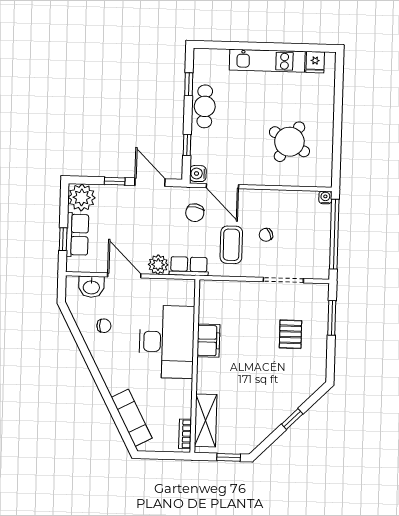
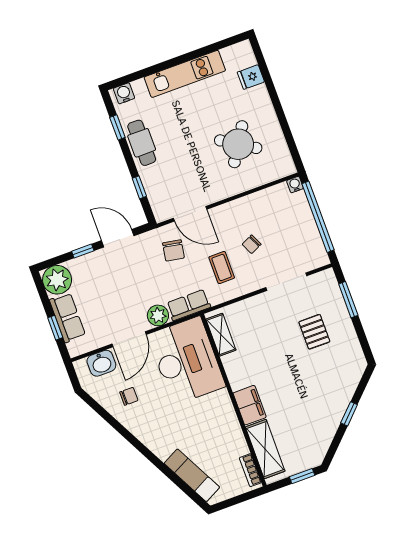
fridge: (315, 62) -> (251, 77), moved, turned 90
water cooler: (198, 174) -> (124, 93), moved, turned 90
coffee table: (231, 245) -> (222, 268), width x0.73, depth x0.77
door: (124, 275) -> (129, 339), swing flipped
shelving: (207, 304) -> (221, 335), added
filing cabinet: (208, 341) -> (250, 405), moved
desk: (167, 342) -> (187, 361), moved

